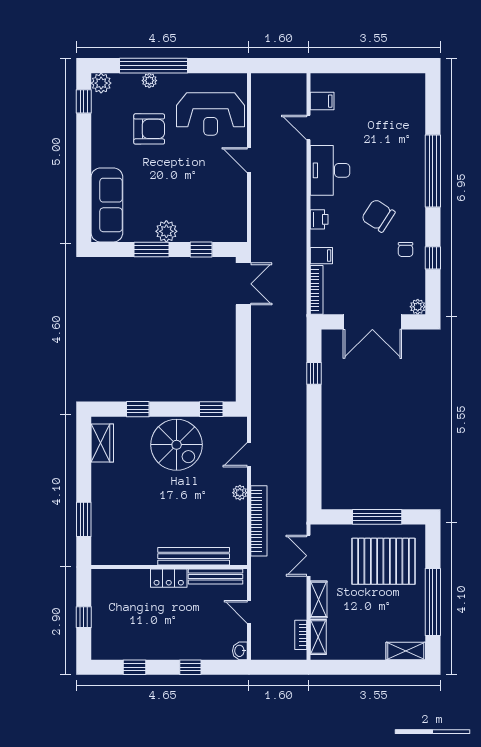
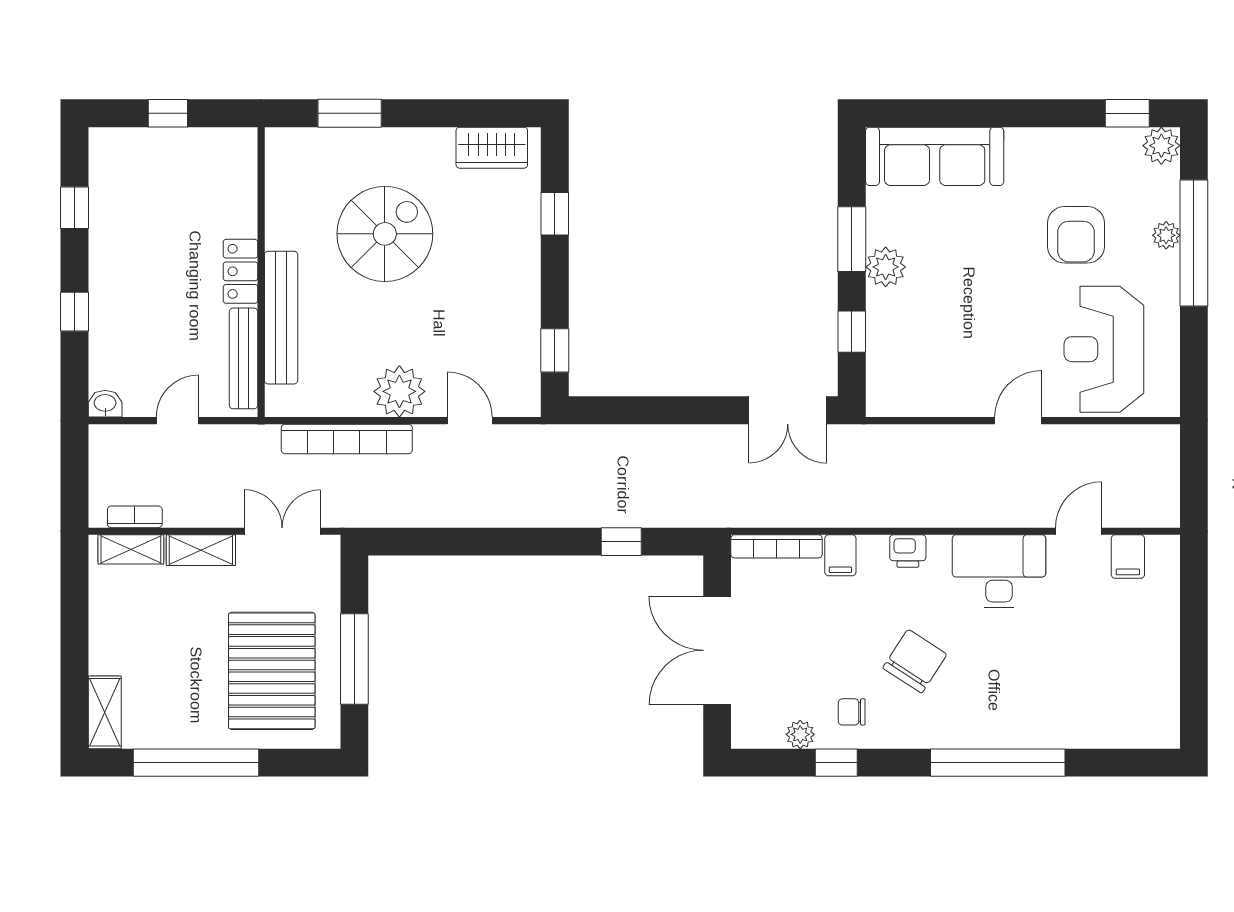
plant: (418, 307) -> (800, 734), moved
spiral stairs: (177, 445) -> (385, 234), moved, turned 180
plant: (240, 493) -> (399, 391), width x1.88, depth x1.88

